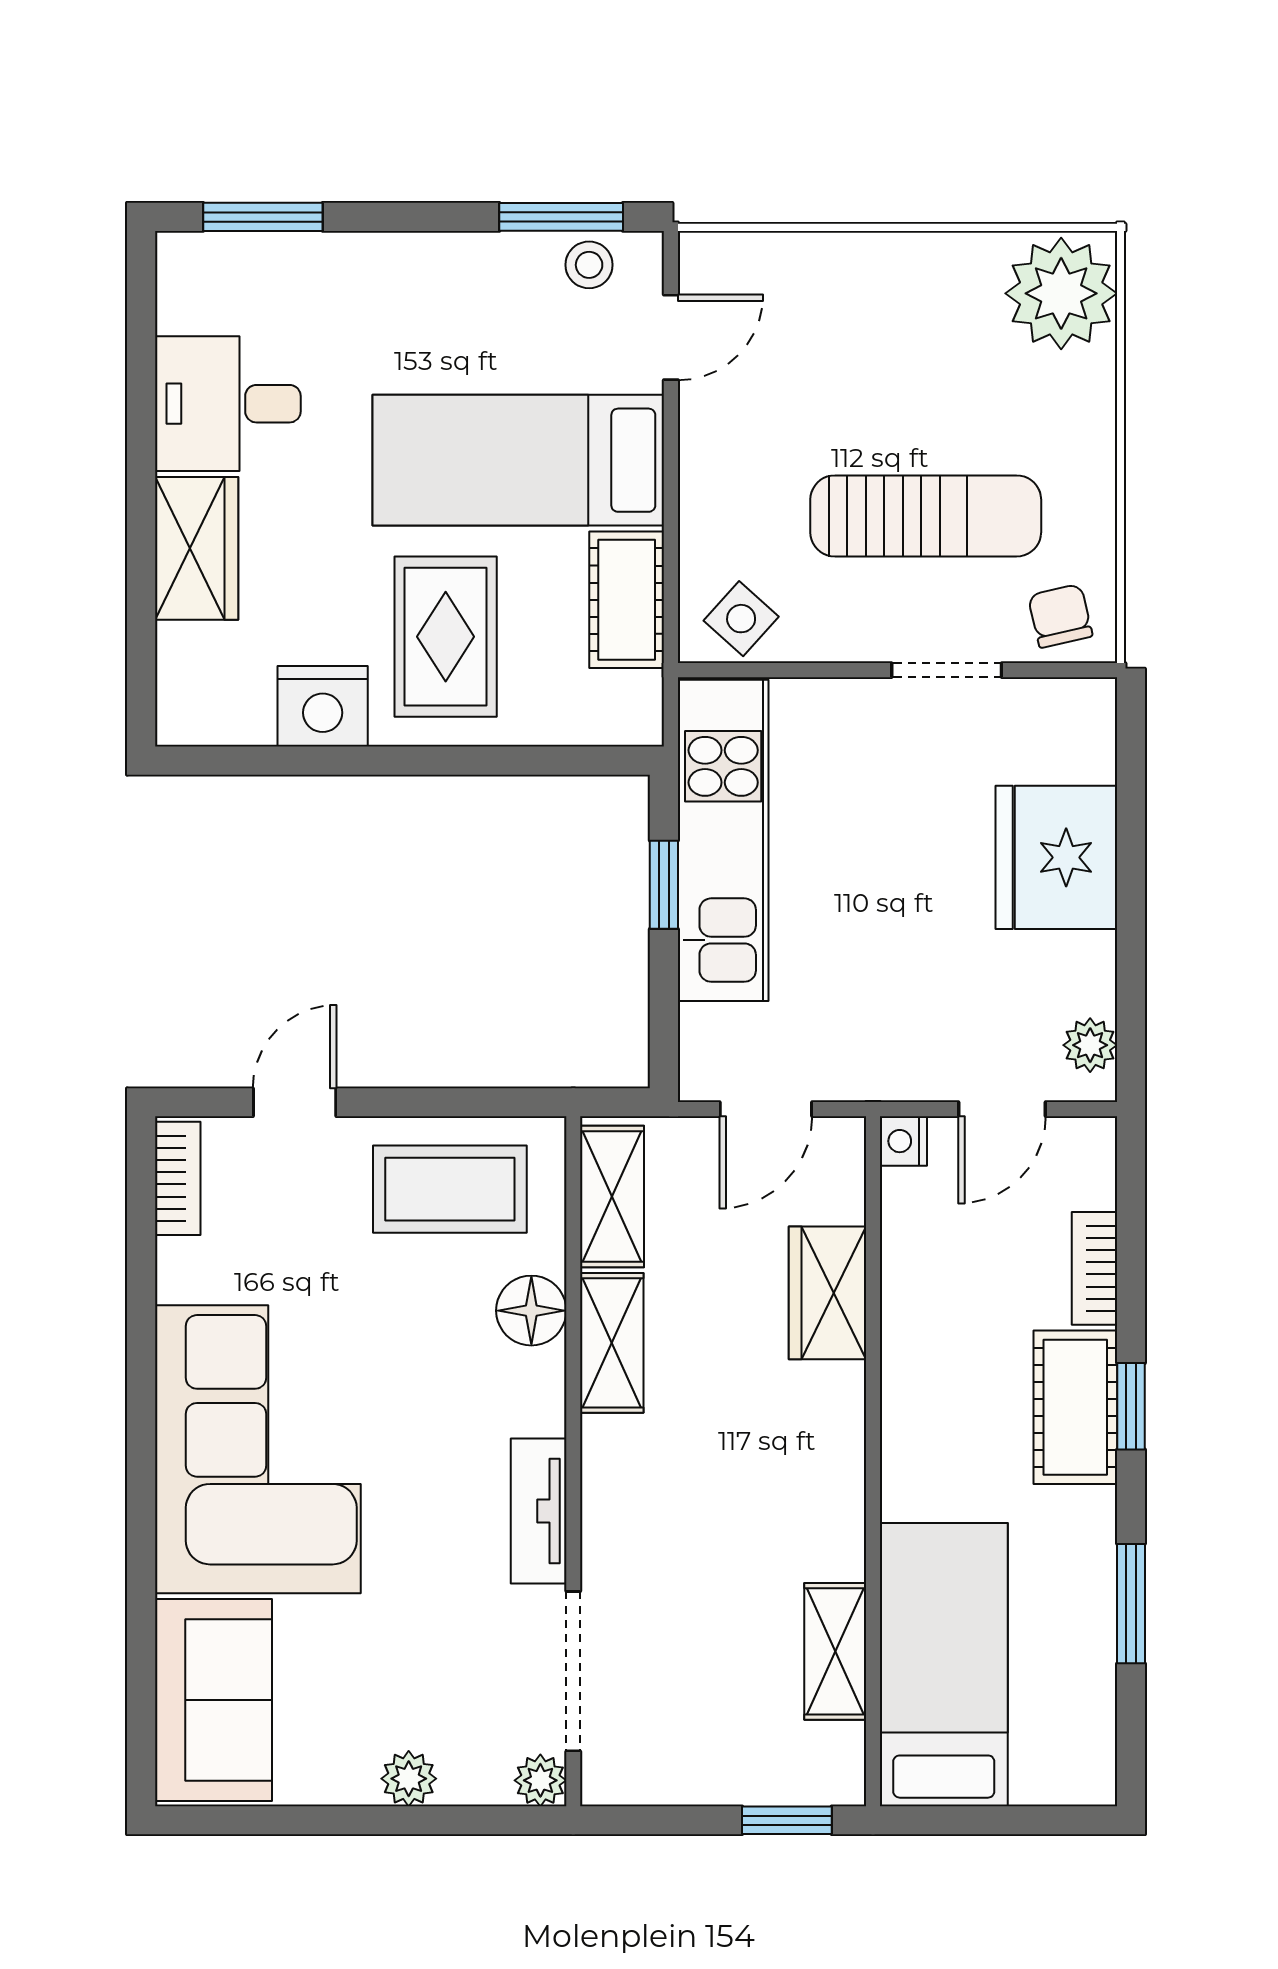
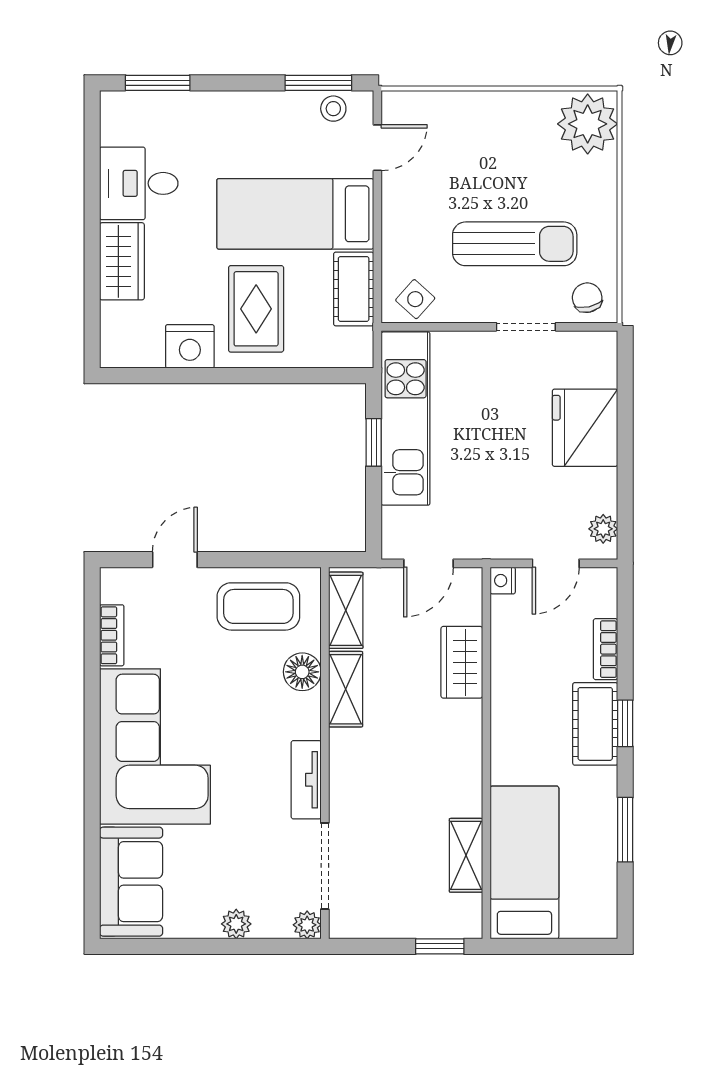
bookcase: (178, 1178) -> (112, 635), moved

